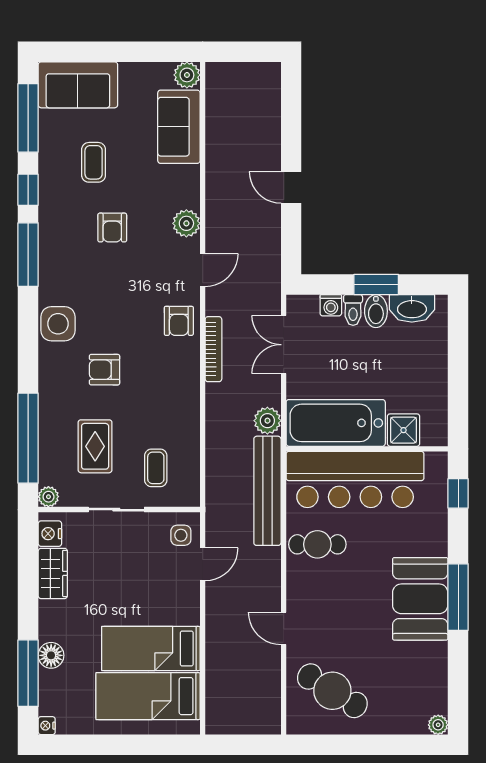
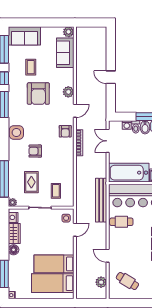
armchair: (112, 228) -> (38, 94), width x1.88, depth x1.88
plant: (267, 421) -> (101, 282), moved
floor lamp: (51, 655) -> (14, 250), moved
cafe table: (332, 691) -> (127, 281), width x0.73, depth x0.74

